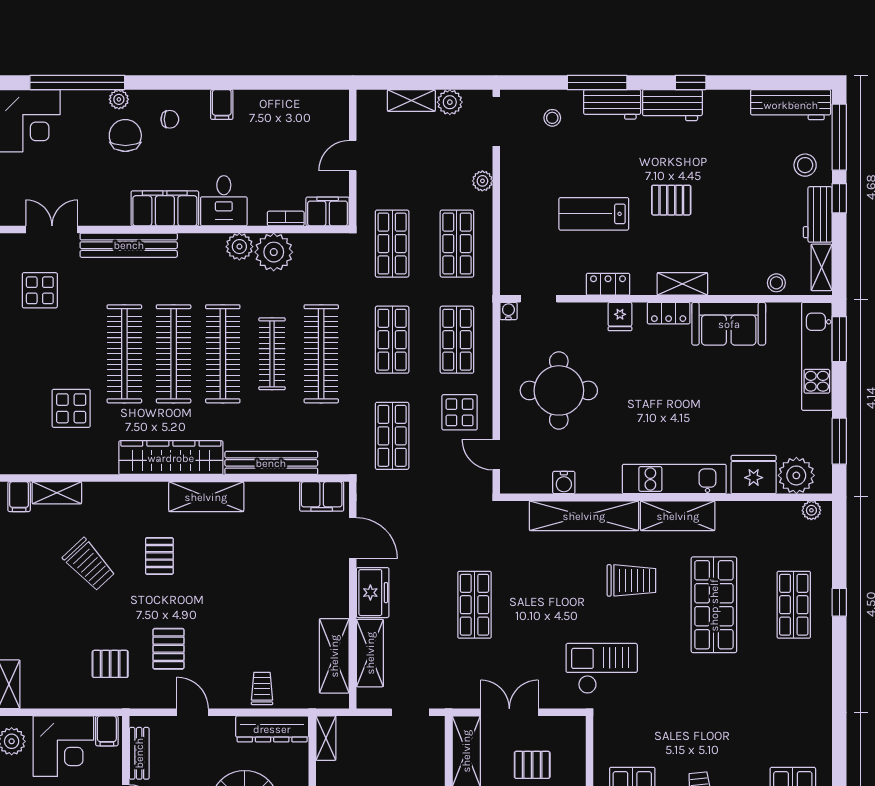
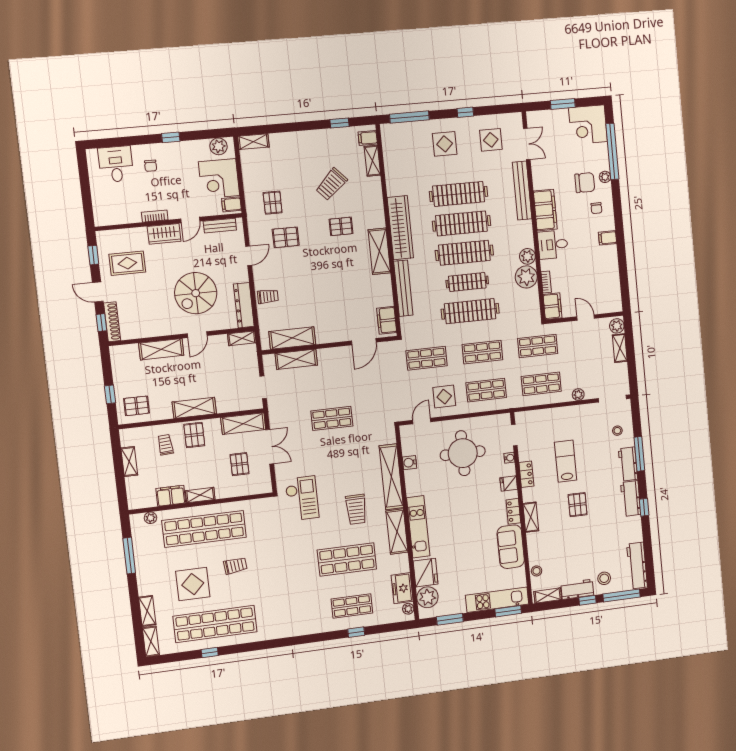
plant: (450, 102) -> (617, 326), moved
water cooler: (508, 311) -> (509, 458), moved
display table: (71, 408) -> (445, 144), moved
freezer: (373, 593) -> (402, 588), moved, turned 90

